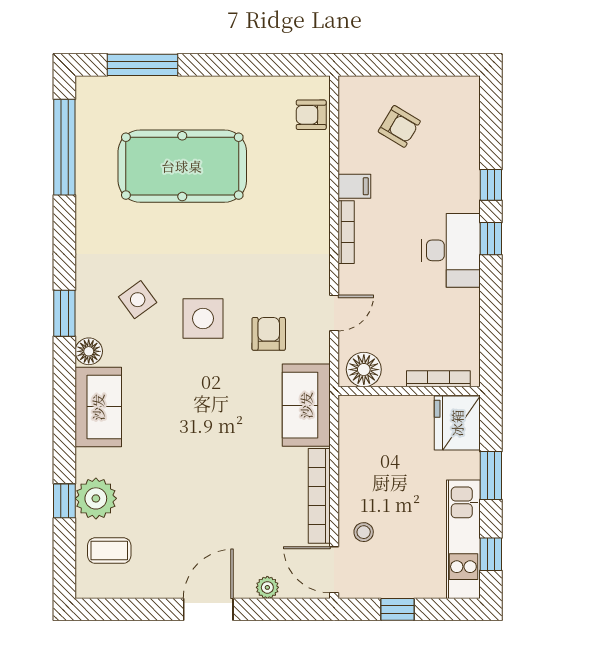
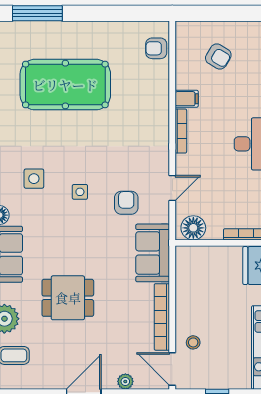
side table: (138, 300) -> (34, 179), turned 36
side table: (203, 318) -> (80, 192), width x0.54, depth x0.54
dining table: (186, 469) -> (68, 298), added

